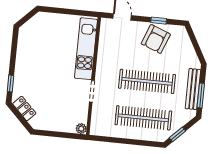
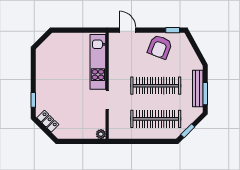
window: (159, 21) -> (173, 30), moved

